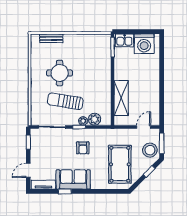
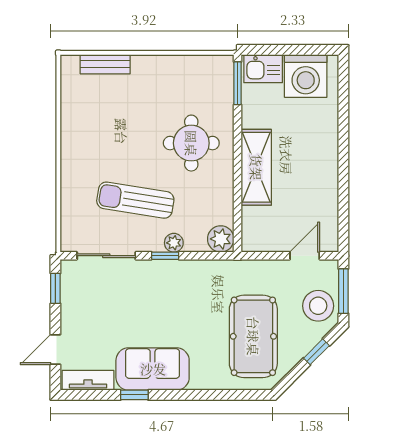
round table: (60, 73) -> (191, 143), moved
shelving: (121, 98) -> (256, 167), moved
plant: (94, 119) -> (221, 239), moved
armchair: (83, 148) -> (173, 301), removed

